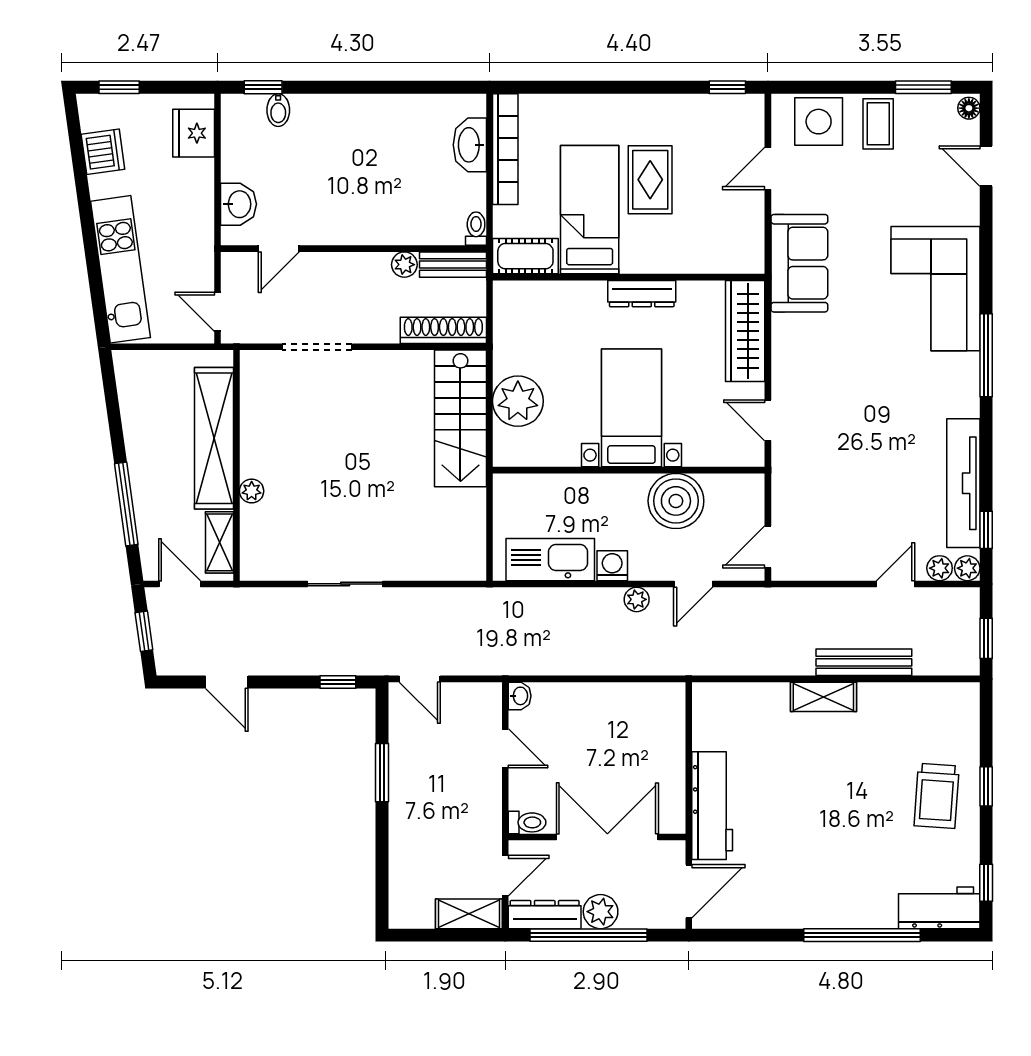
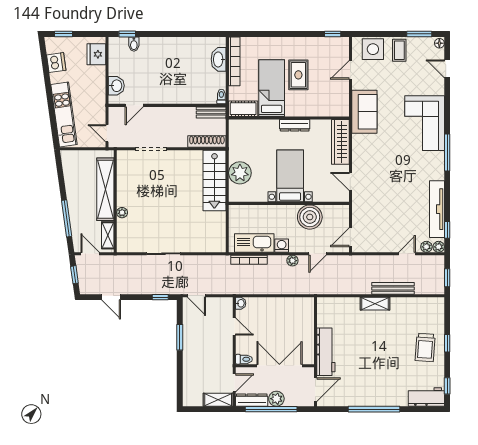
plant: (404, 265) -> (190, 112), removed
bookcase: (539, 598) -> (249, 260), added
window: (862, 935) -> (374, 409), moved

